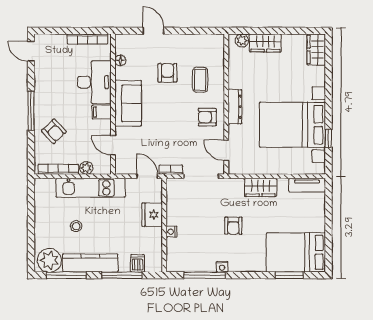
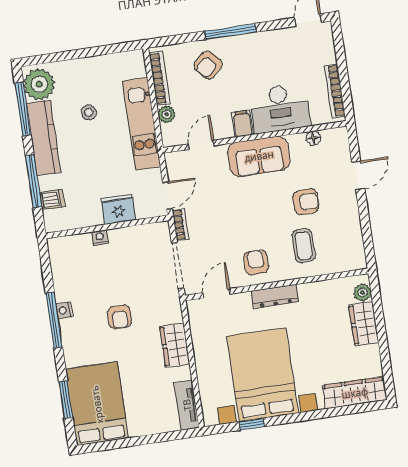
wardrobe: (316, 50) -> (355, 393), width x1.50
coffee table: (200, 80) -> (303, 246), turned 90
armchair: (233, 226) -> (120, 317), turned -90
window: (205, 275) -> (54, 320), moved

